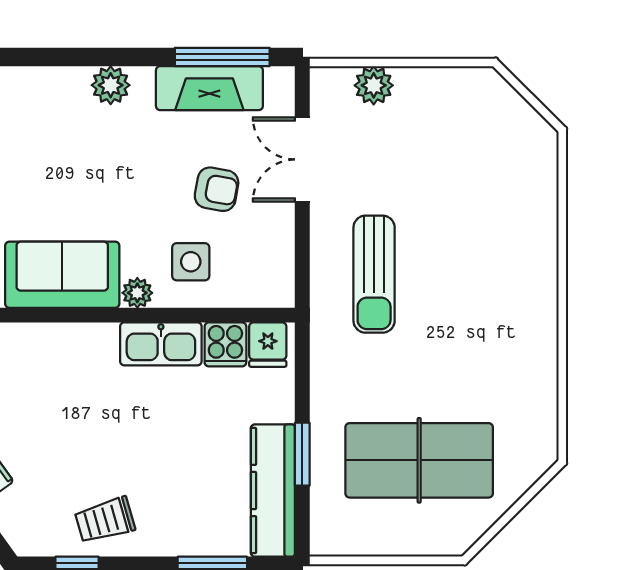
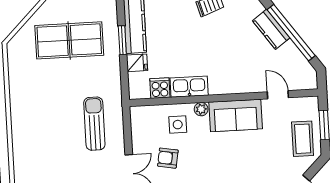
fridge: (268, 345) -> (137, 63), moved, turned 90

